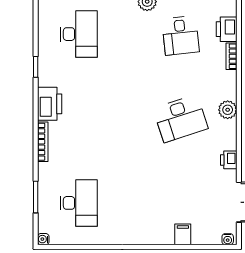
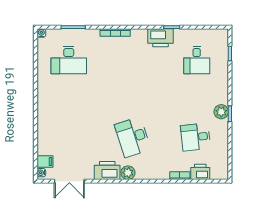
desk: (79, 34) -> (197, 60), width x0.73
printer: (50, 104) -> (160, 38), moved
plant: (228, 110) -> (128, 173), moved
printer: (229, 160) -> (107, 171), width x1.87, depth x1.48
filing cabinet: (183, 234) -> (45, 161), moved

